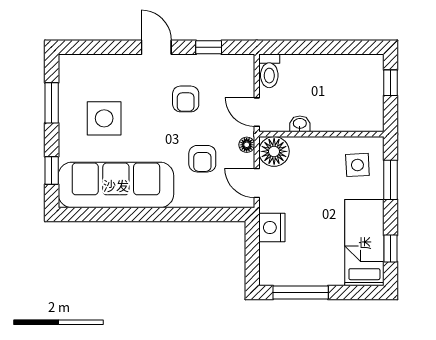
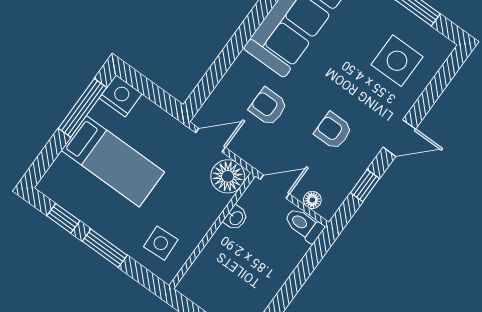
side table: (104, 118) -> (397, 61), moved
floor lamp: (247, 145) -> (312, 200), moved
window: (391, 180) -> (105, 248), moved
nightstand: (272, 227) -> (120, 96), moved
bed: (364, 243) -> (113, 161), moved

